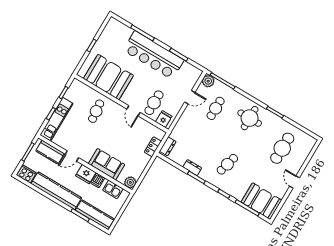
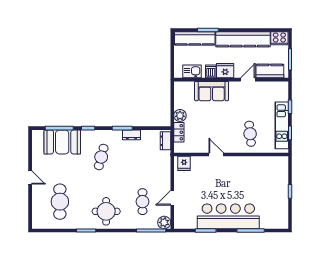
booth: (108, 77) -> (258, 172), removed
cafe table: (154, 103) -> (202, 173), removed
kitchen unit: (57, 119) -> (282, 125), moved
plant: (130, 182) -> (180, 115), moved
booth: (261, 201) -> (62, 142), moved

